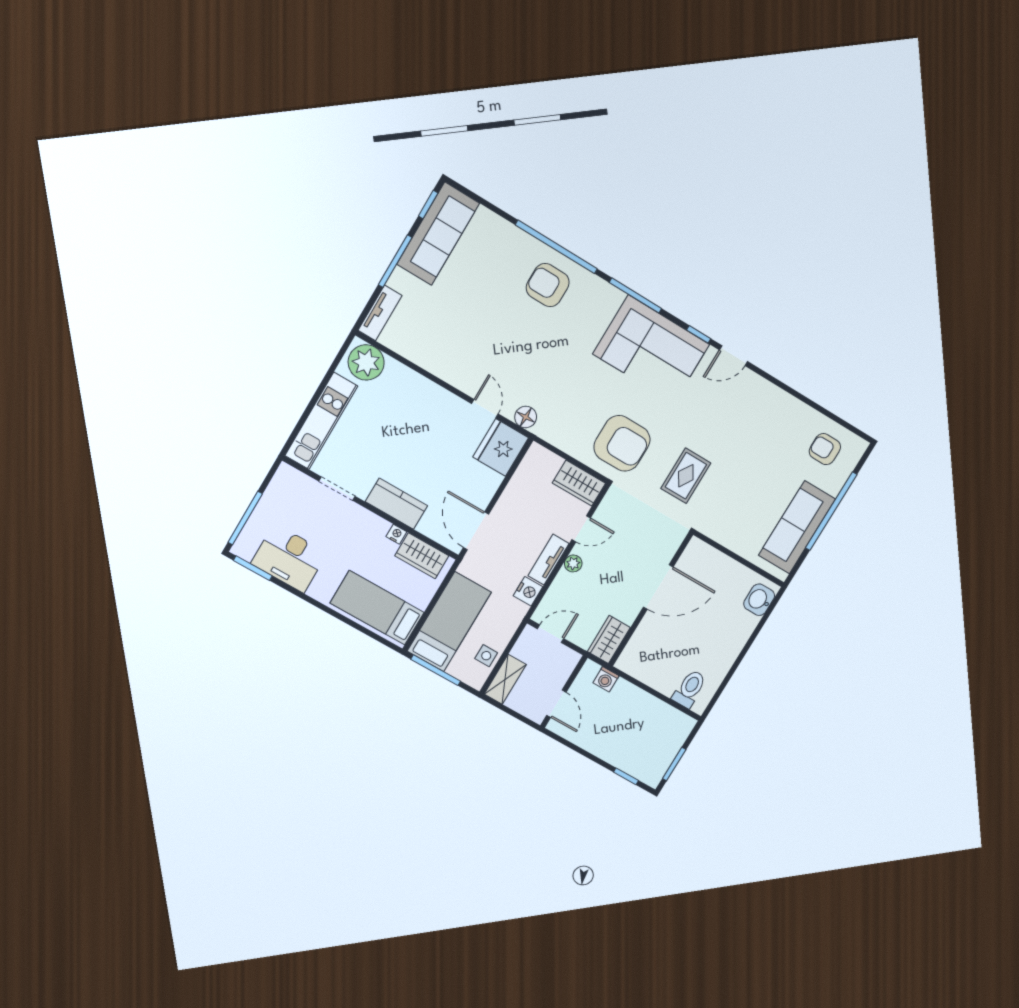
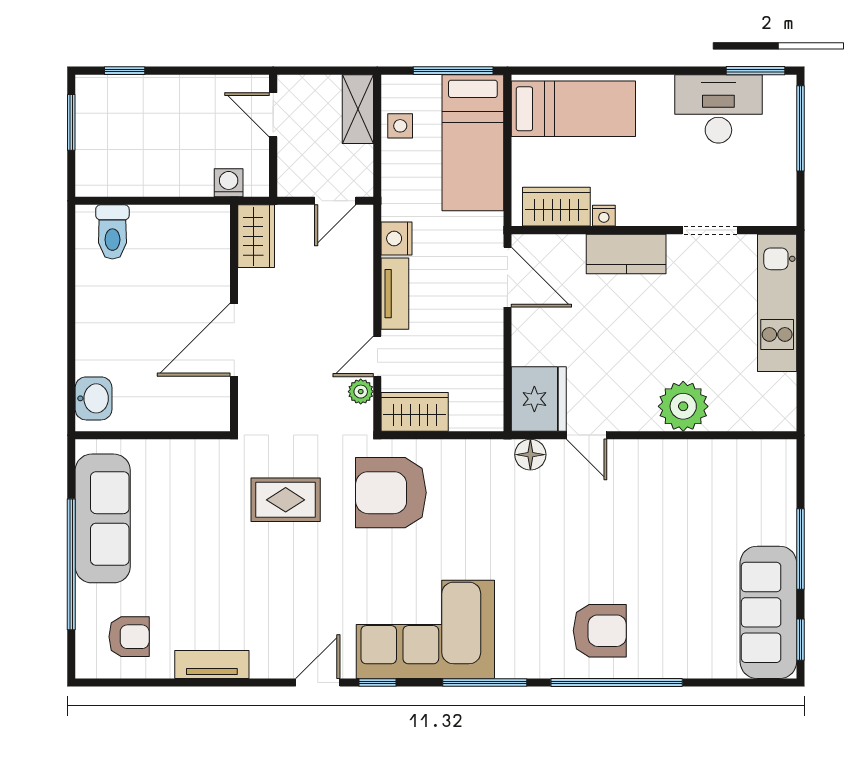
tv unit: (380, 313) -> (212, 665), moved, turned 90
plant: (366, 362) -> (683, 406), moved
rug: (686, 476) -> (286, 500), turned 90
plant: (573, 563) -> (361, 392), moved

